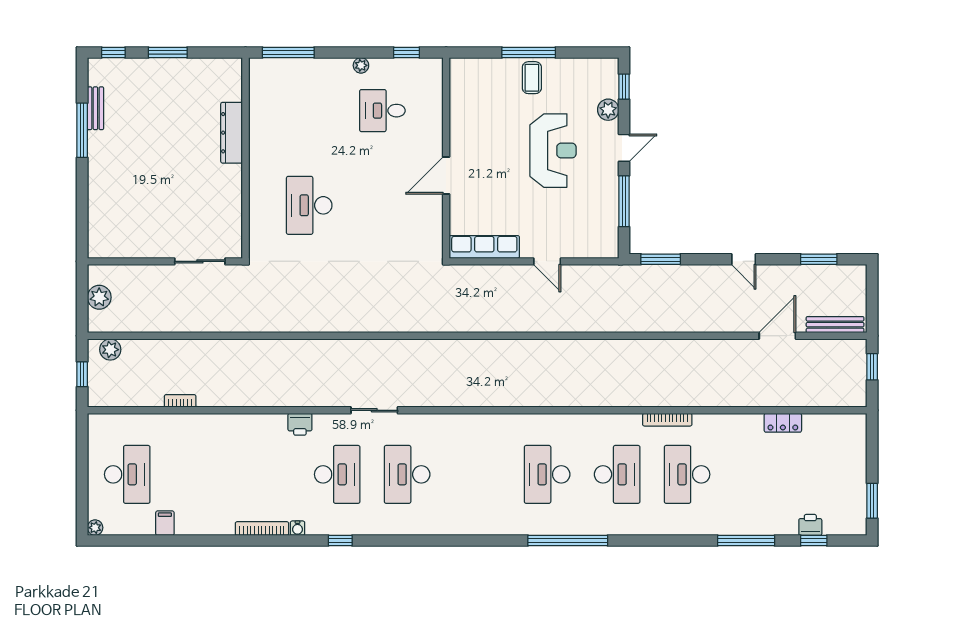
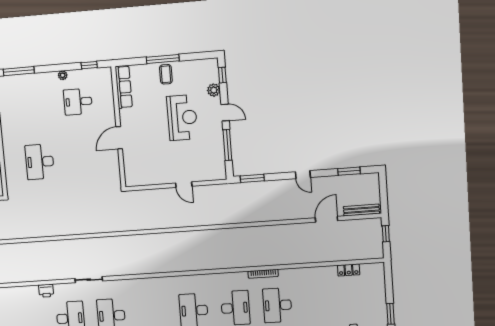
door: (624, 148) -> (225, 113), hinge flipped
row of seats: (484, 247) -> (124, 87), moved, turned 90
locker: (783, 423) -> (349, 270), moved

